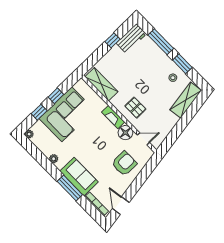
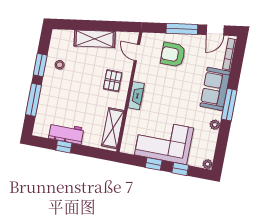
workbench: (131, 38) -> (66, 133), moved
shelving: (186, 100) -> (95, 39), moved
floor lamp: (125, 133) -> (143, 74), removed
window: (138, 182) -> (182, 29), added
window: (70, 188) -> (229, 105), moved

